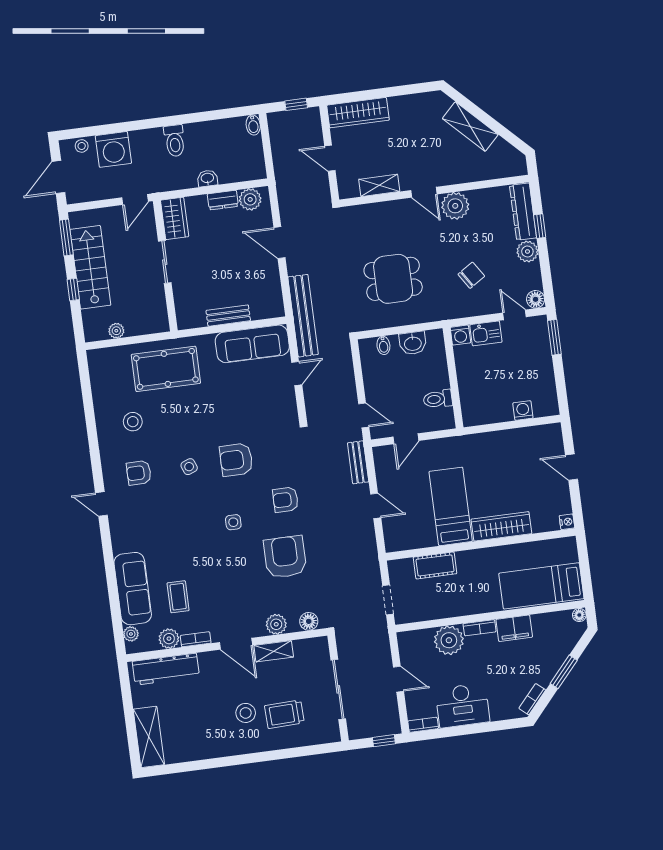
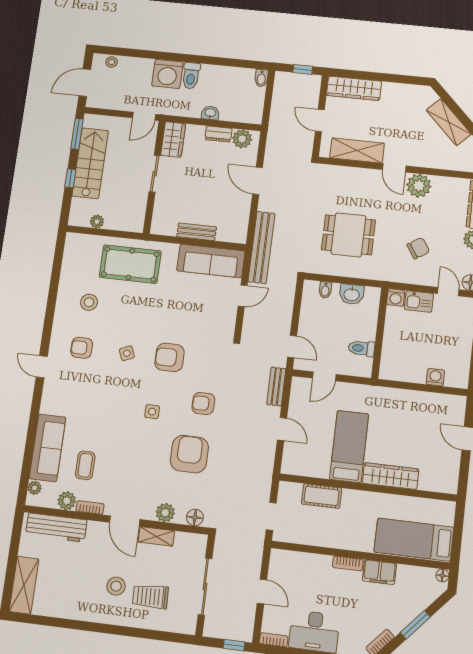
washing machine: (113, 149) -> (167, 74), moved
shelving: (379, 185) -> (357, 150), width x1.50, depth x1.33
nightstand: (567, 522) -> (451, 487), removed
plant: (449, 640) -> (317, 568), removed

